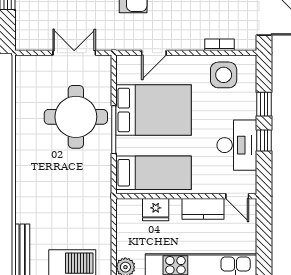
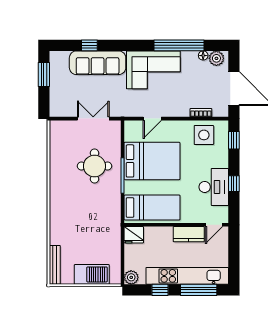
window: (264, 104) -> (234, 140), moved
round table: (76, 117) -> (94, 166), width x0.73, depth x0.73
door: (237, 196) -> (214, 225), hinge flipped
fridge: (156, 210) -> (134, 235), moved

